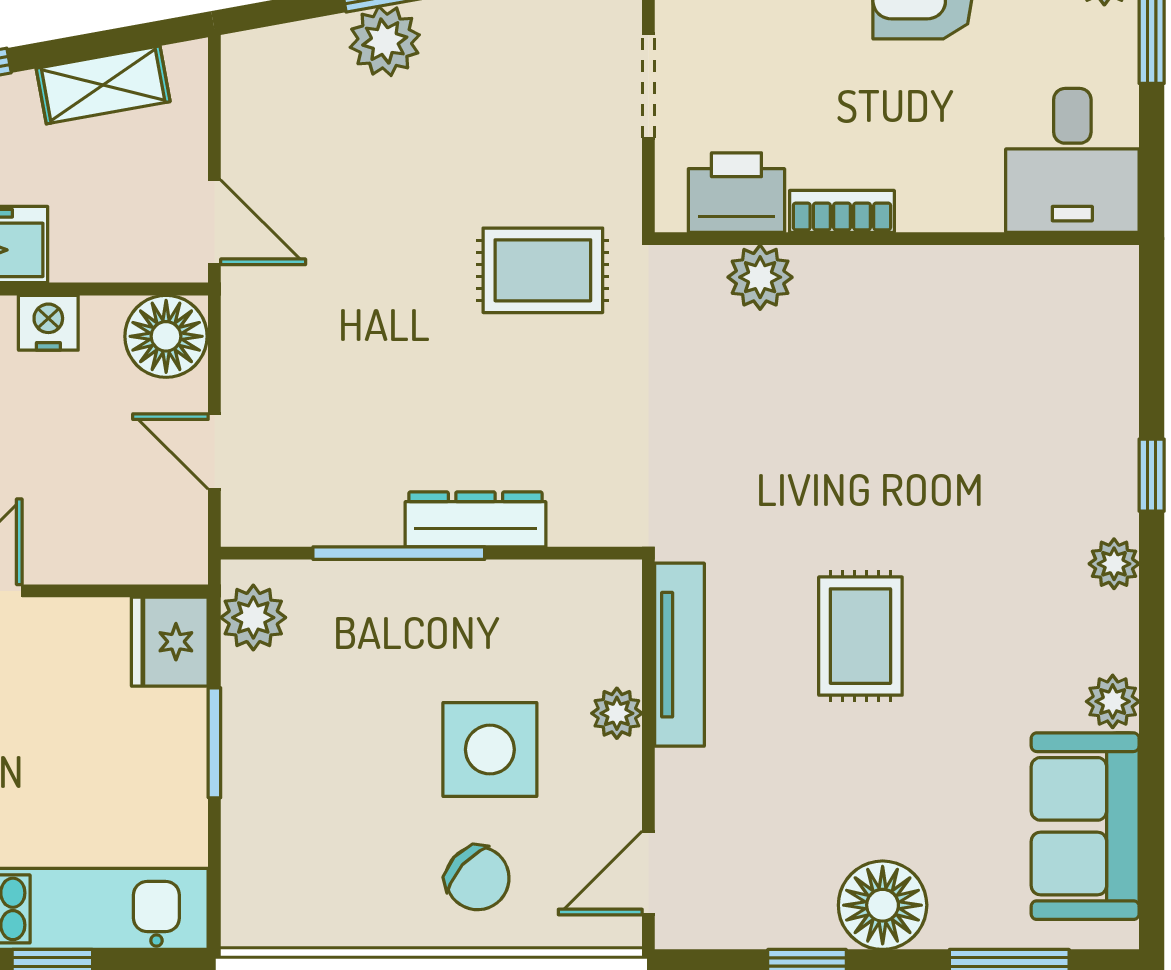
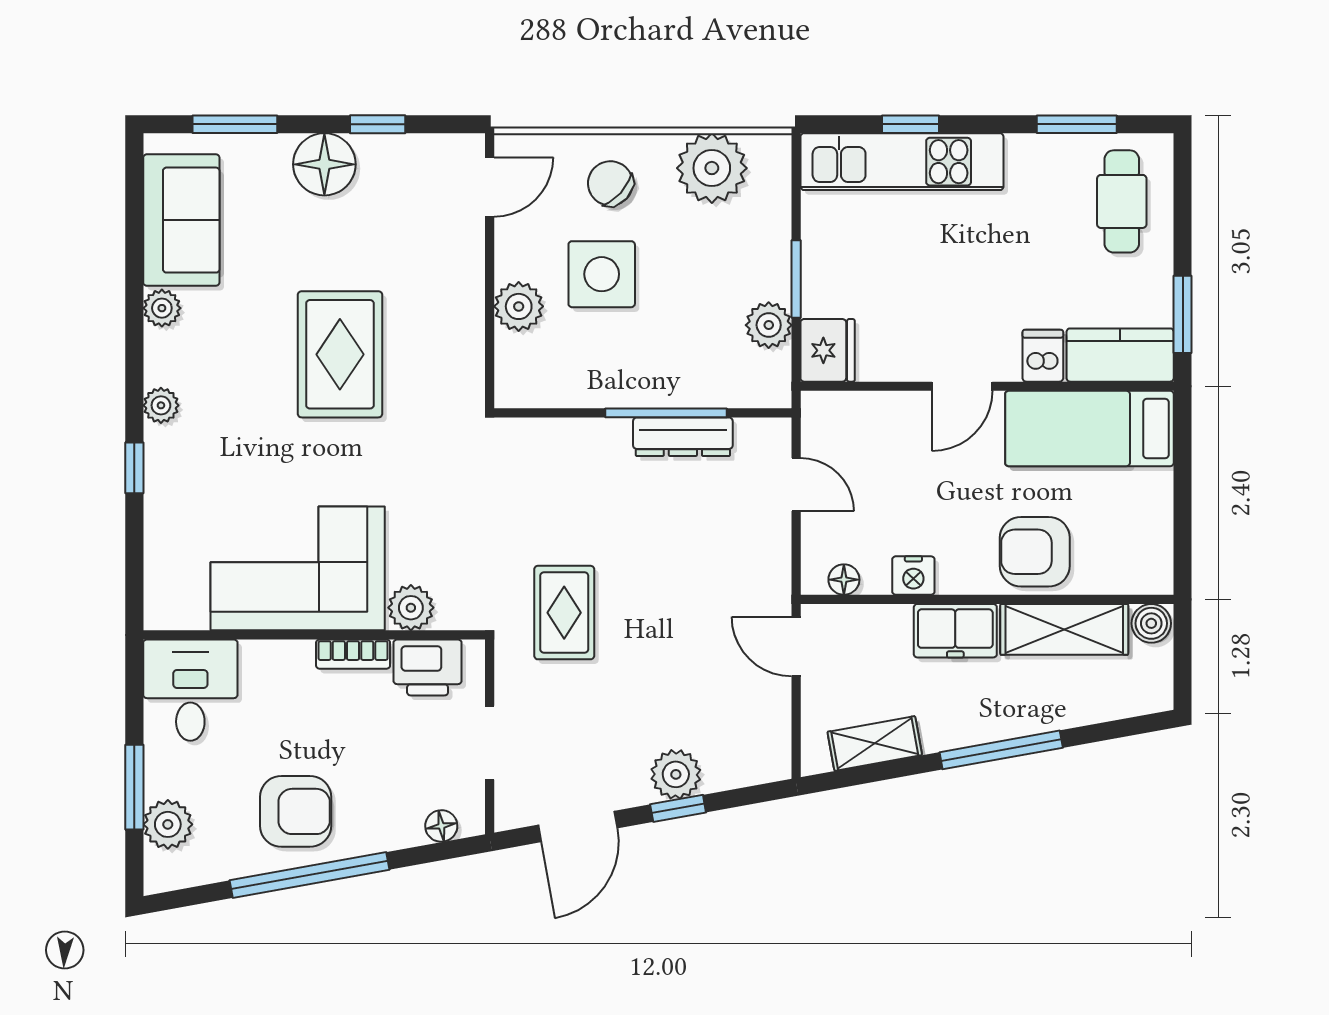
rug: (543, 270) -> (564, 613), turned 90
corner sofa: (920, 333) -> (298, 568), added
floor lamp: (166, 336) -> (844, 580), width x0.53, depth x0.53
dresser: (475, 519) -> (683, 437), moved
plant: (253, 618) -> (769, 325), moved
rug: (860, 636) -> (340, 354), width x1.36, depth x1.43
tv unit: (680, 655) -> (468, 341), removed
plant: (617, 713) -> (519, 306), width x1.38, depth x1.38
plant: (334, 900) -> (712, 168), added

